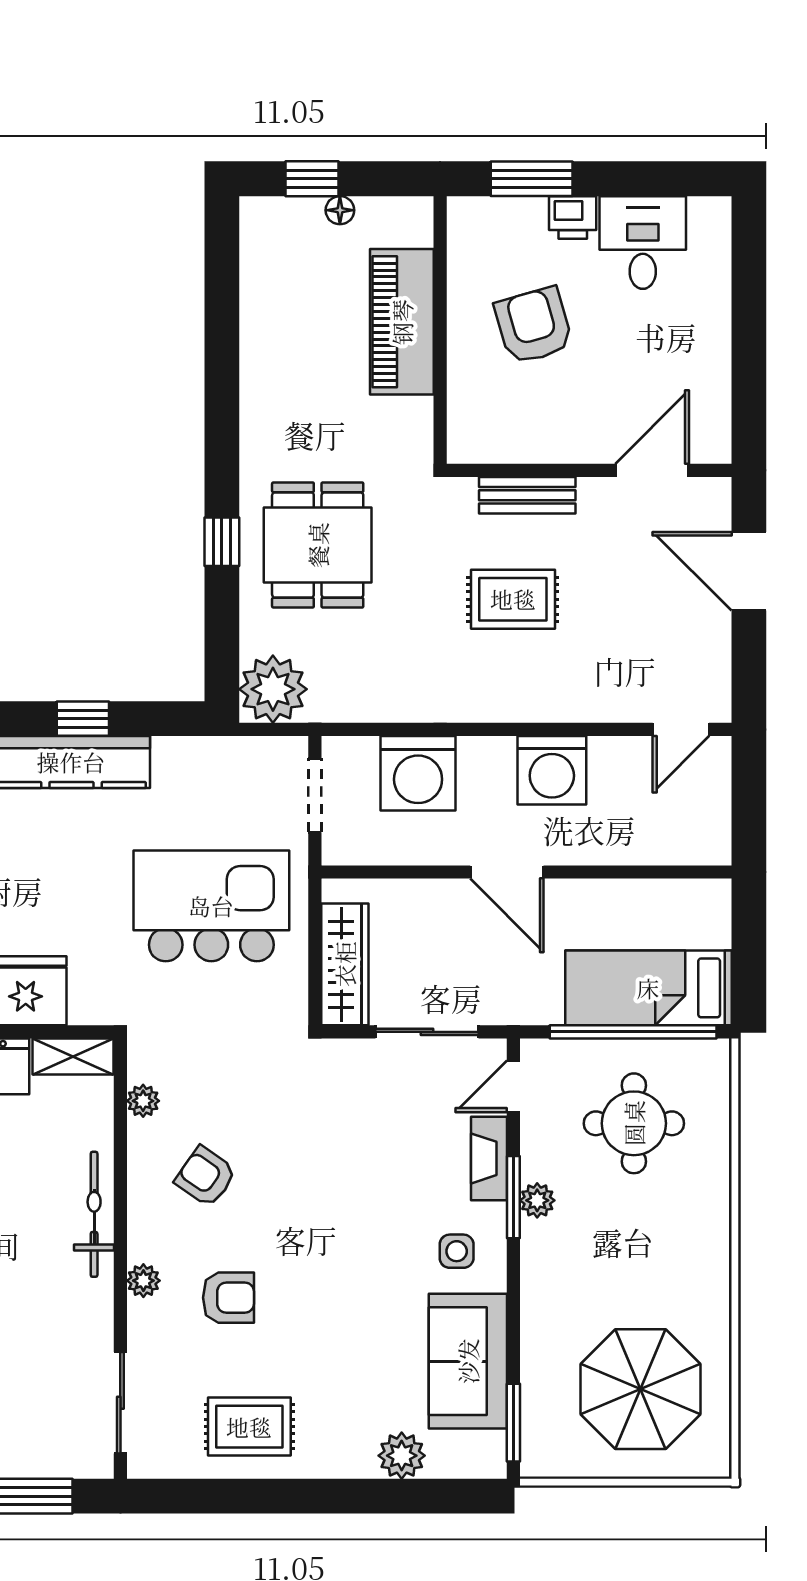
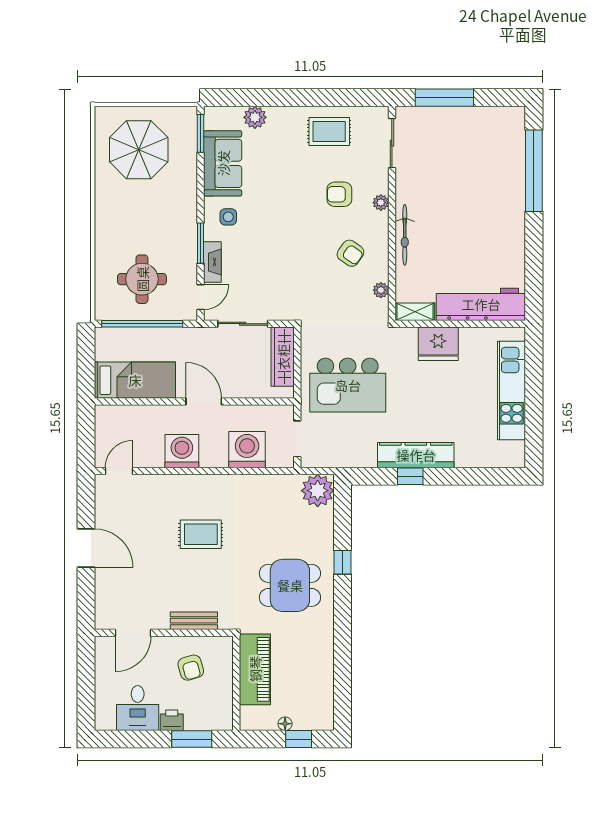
armchair: (534, 326) -> (191, 668), width x0.72, depth x0.72
wall: (589, 470) -> (164, 633), moved
door: (652, 470) -> (133, 633), moved
bench: (527, 495) -> (194, 621), moved
dining table: (318, 545) -> (290, 585), moved, turned 90
bed: (648, 988) -> (135, 380), moved
plant: (537, 1200) -> (189, 242), removed

